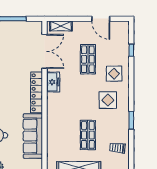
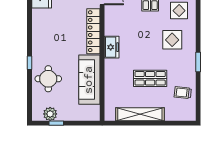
freezer: (53, 82) -> (112, 47), moved
shop shelf: (88, 135) -> (150, 78), turned 90

